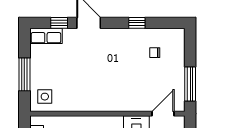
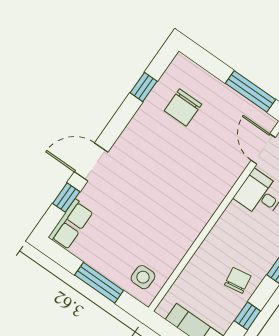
window: (137, 23) -> (144, 87), moved
chair: (155, 53) -> (183, 107), width x1.87, depth x1.87

